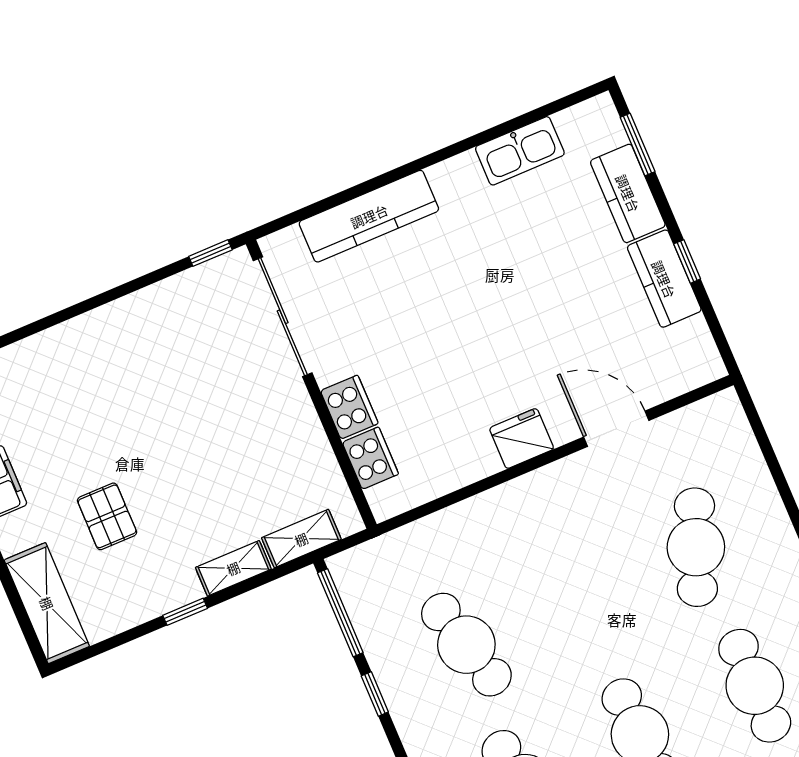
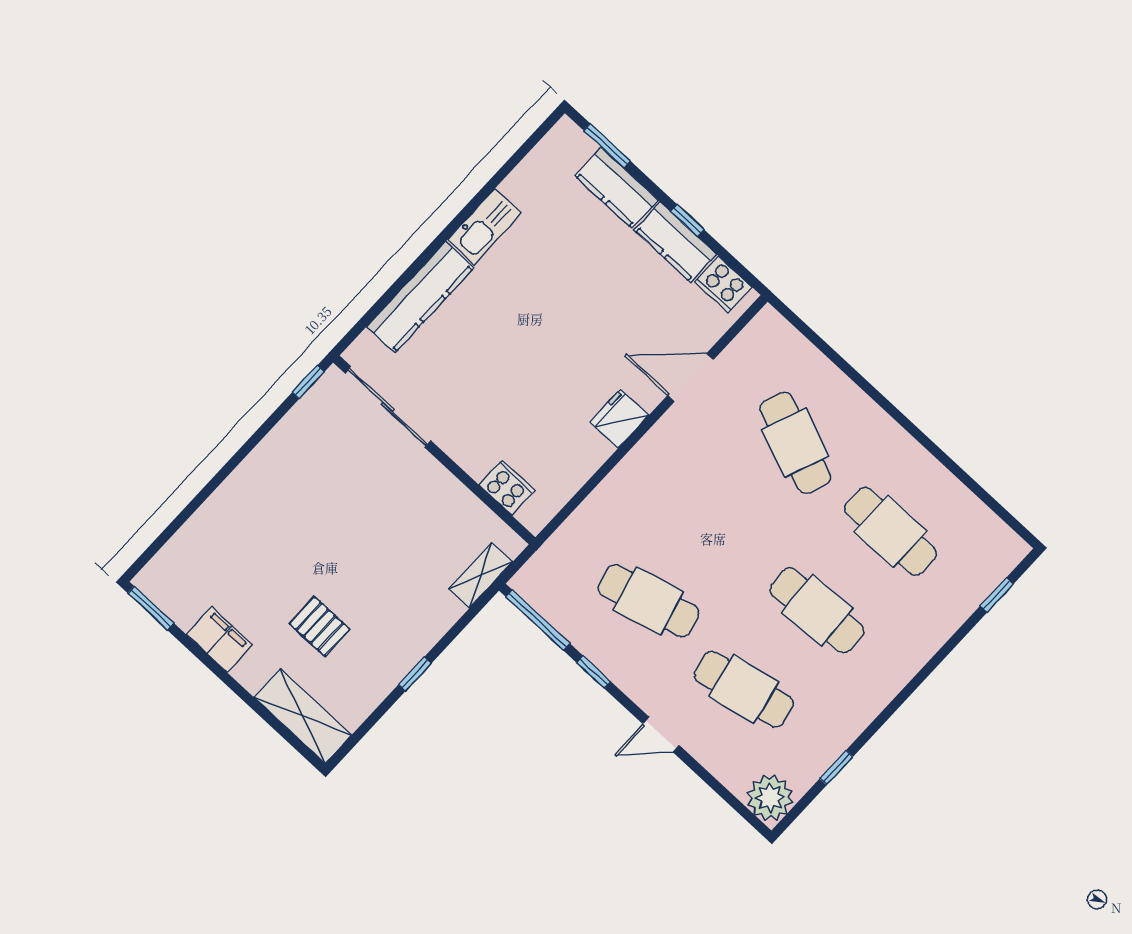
kitchen sink: (520, 151) -> (485, 226), moved
cooker: (349, 407) -> (723, 284), moved, turned 180
shelving: (233, 568) -> (438, 623), removed

